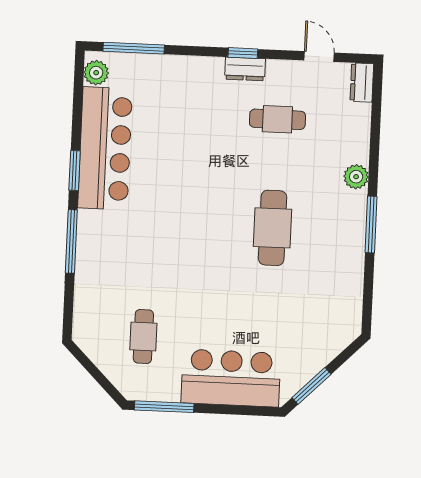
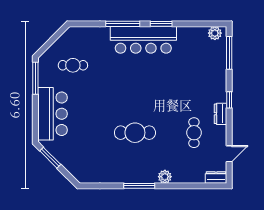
window: (243, 53) -> (229, 100), moved
bar counter: (105, 148) -> (143, 40), moved

